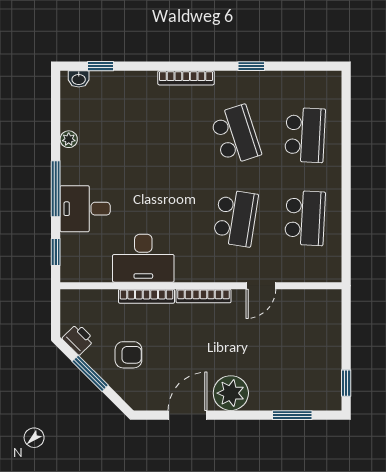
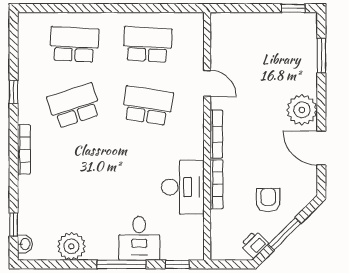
plant: (69, 139) -> (71, 246), width x1.87, depth x1.87

